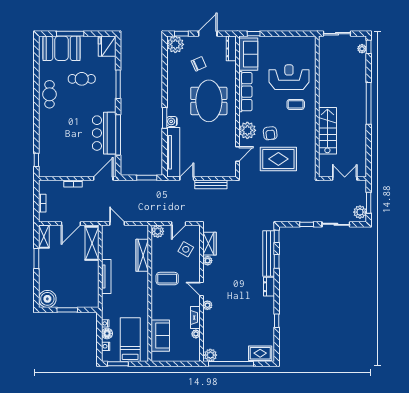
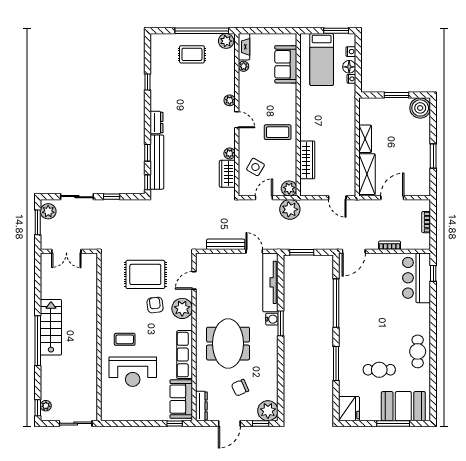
stairs: (327, 131) -> (51, 327), moved, turned 180
bar counter: (104, 133) -> (417, 278), moved, turned 180
door: (187, 179) -> (254, 251), swing flipped
plant: (157, 214) -> (290, 209), added
shelving: (44, 236) -> (365, 139), moved
tv unit: (106, 276) -> (350, 135), removed
fireplace: (195, 318) -> (244, 47), moved
rug: (260, 353) -> (192, 54), moved

